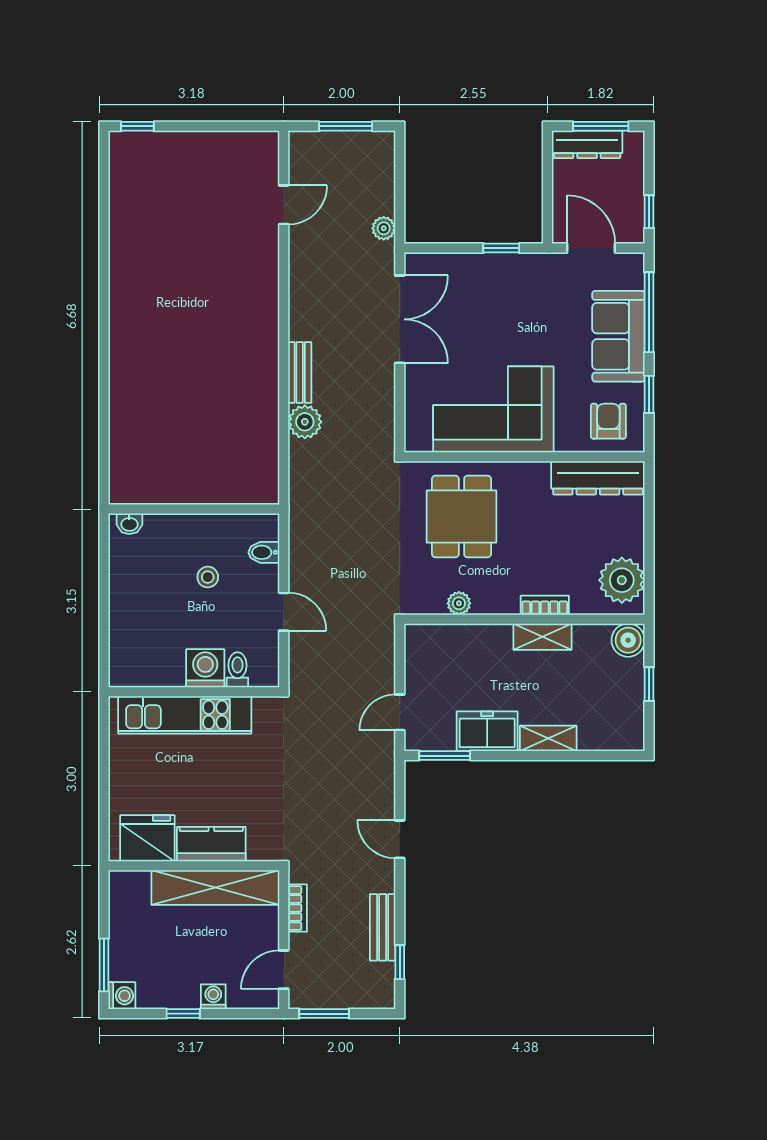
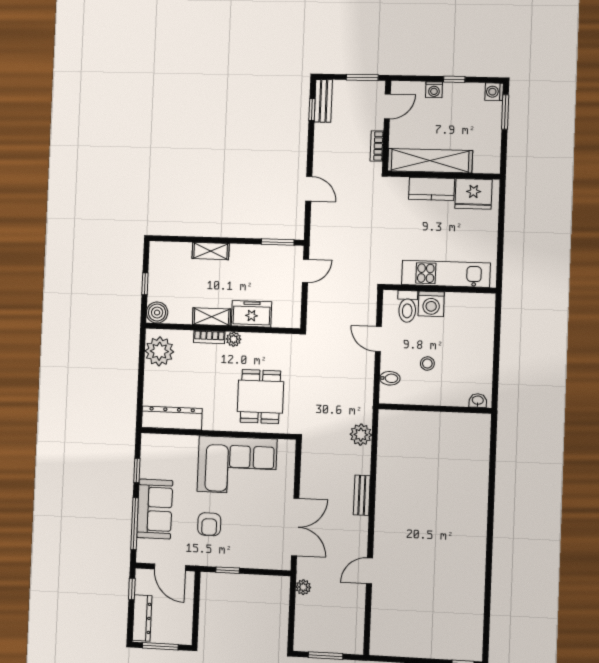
dresser: (587, 144) -> (142, 618), moved, turned 90
door: (284, 205) -> (369, 571), moved
double door: (400, 319) -> (295, 527), swing flipped
armchair: (608, 421) -> (209, 524), moved
plant: (305, 422) -> (361, 435), moved
plant: (459, 603) -> (234, 339), moved
toilet: (237, 670) -> (407, 306), width x1.37, depth x1.39
freezer: (487, 731) -> (252, 314), moved, turned 180
bench: (383, 927) -> (323, 101), moved

